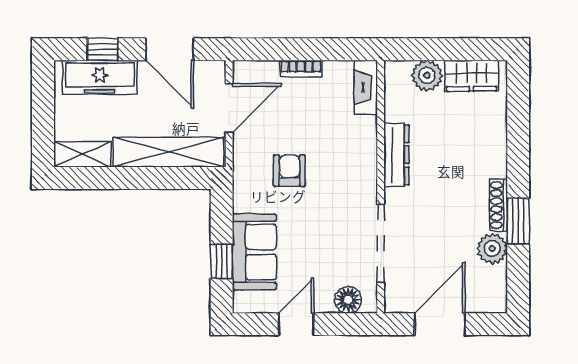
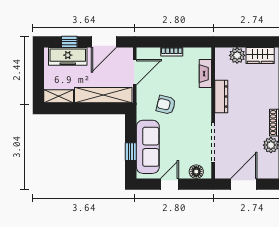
door: (170, 49) -> (104, 42), hinge flipped
fireplace: (366, 87) -> (205, 74), moved
armchair: (289, 171) -> (166, 105), turned -76
sofa: (254, 252) -> (148, 147), width x1.36

